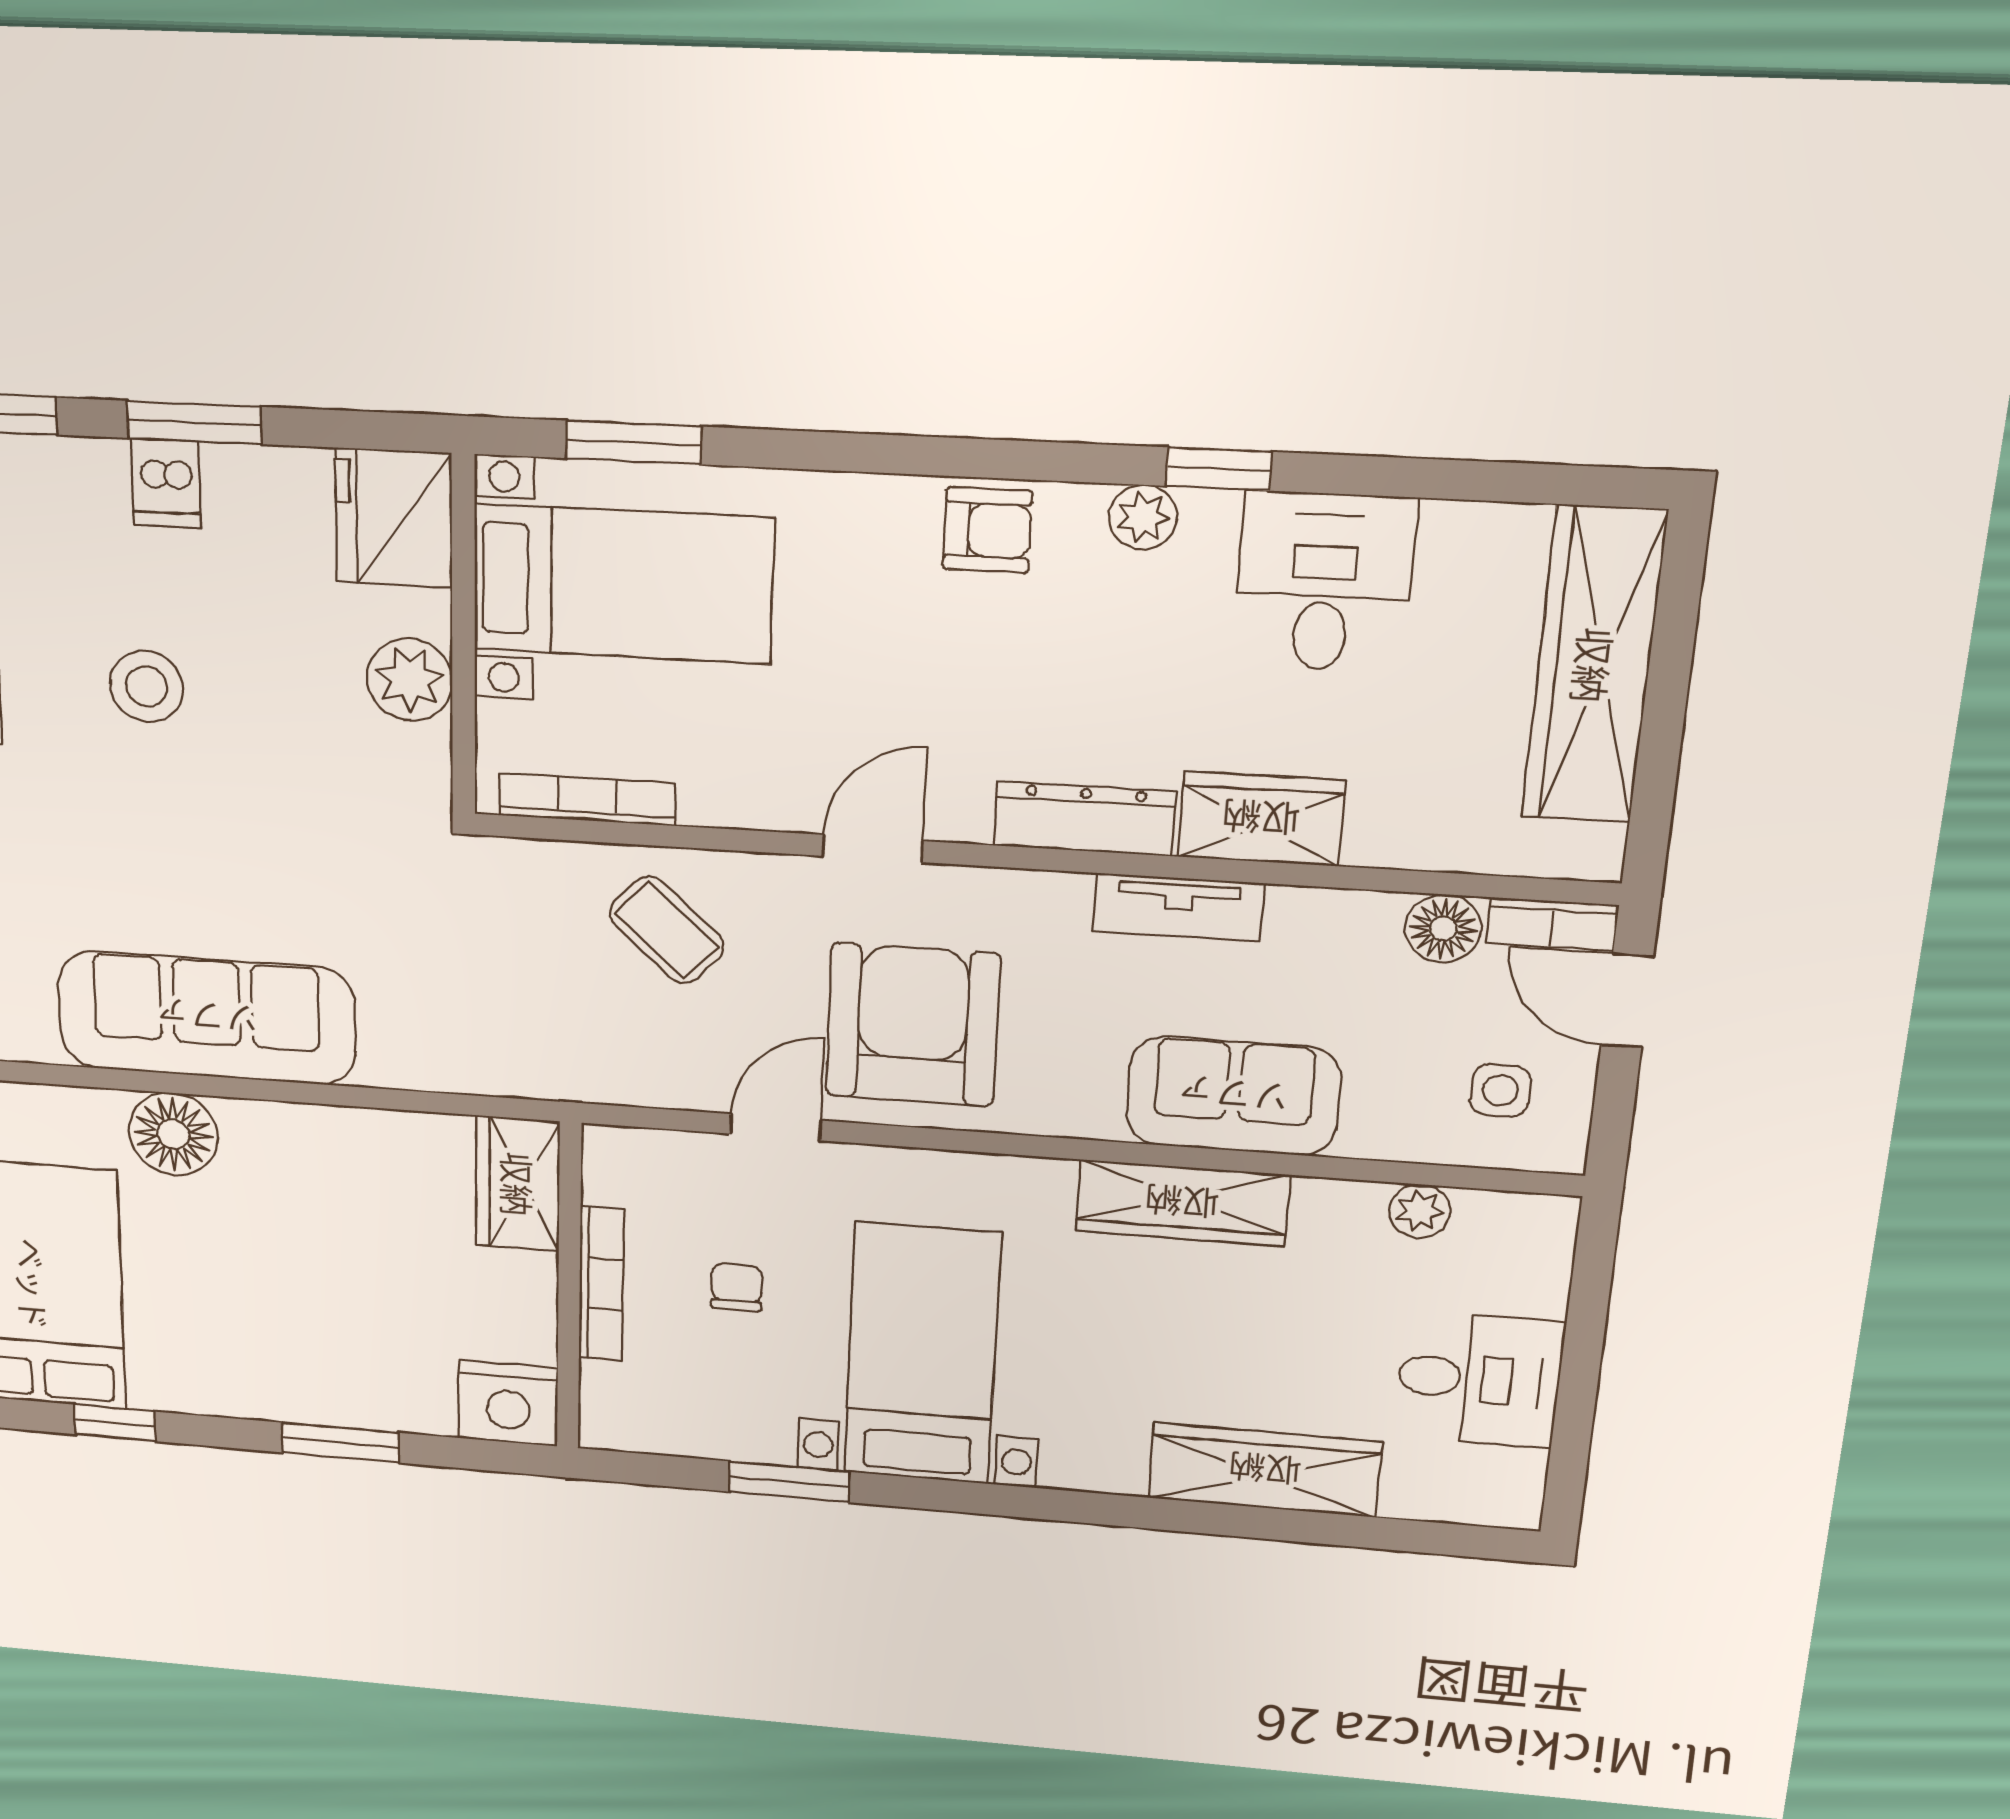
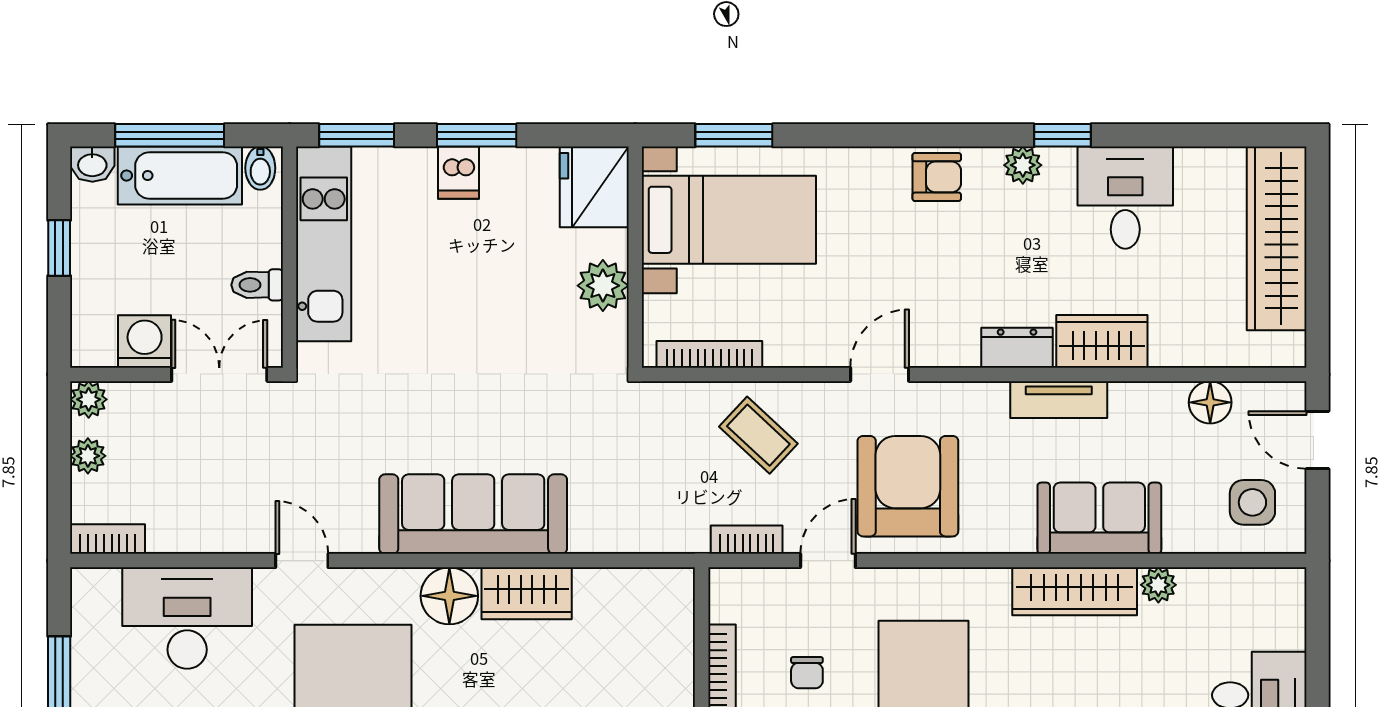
stool: (146, 686) -> (442, 299), removed
dresser: (1085, 819) -> (1017, 348), width x0.70
bookcase: (1552, 924) -> (747, 540), moved, turned 180
side table: (1500, 1090) -> (1252, 502), width x1.37, depth x1.37
wardrobe: (518, 1184) -> (527, 593), moved, turned -90
plant: (1420, 1211) -> (1158, 585), moved
chair: (737, 1287) -> (807, 673), turned 180

